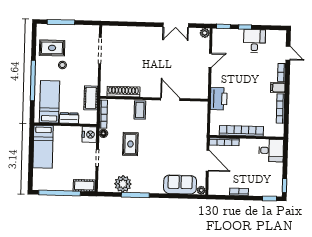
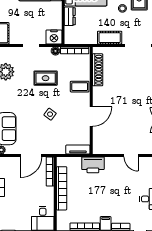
cot: (91, 98) -> (110, 38), moved
tv unit: (203, 113) -> (78, 150), added
side table: (167, 140) -> (50, 114), added

